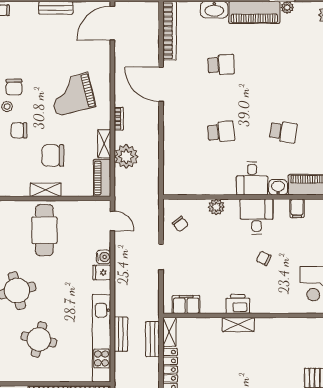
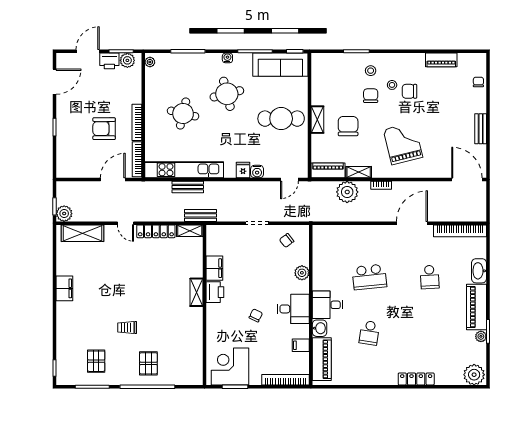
school desk: (221, 132) -> (369, 277), width x1.85
filing cabinet: (186, 305) -> (214, 268), moved
bench: (152, 339) -> (200, 215), moved

